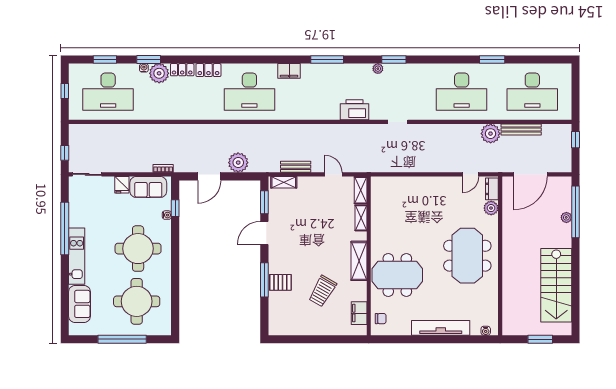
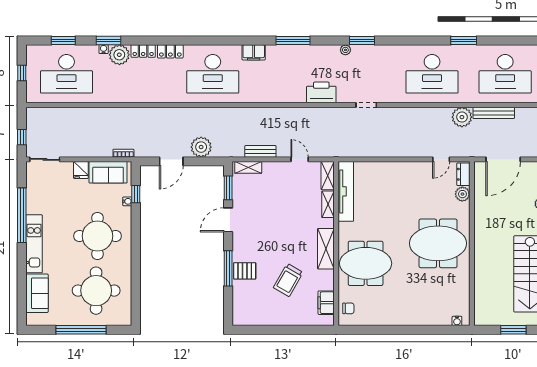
meeting table: (467, 256) -> (438, 243), turned 90
tv unit: (441, 328) -> (346, 191), moved, turned 90

